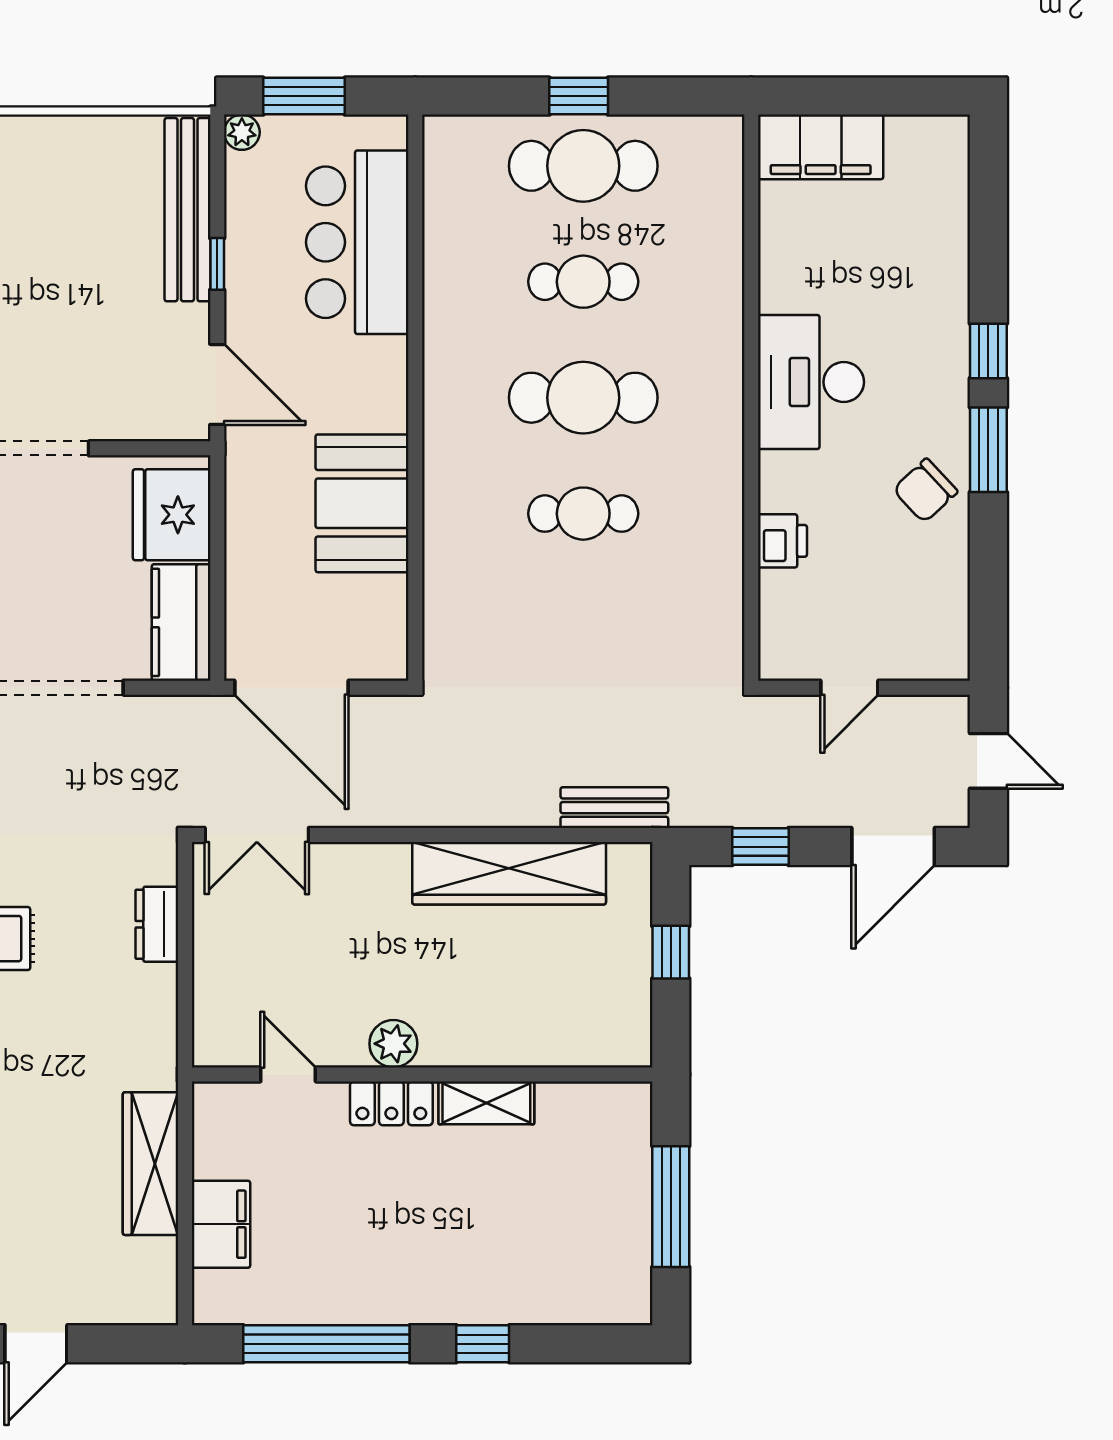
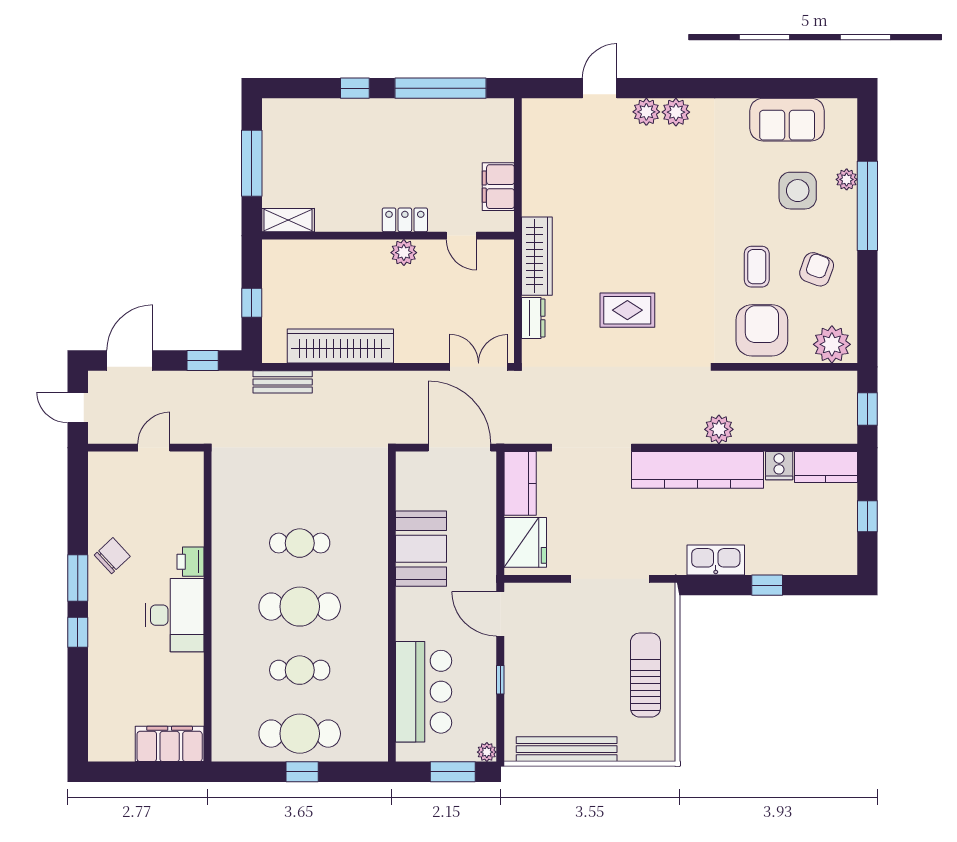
bench: (187, 210) -> (567, 749), moved, turned 90
printer: (782, 541) -> (191, 562), moved
shelving: (486, 1103) -> (288, 220), moved
wardrobe: (150, 1164) -> (537, 256), moved
filing cabinet: (221, 1224) -> (498, 187), moved

